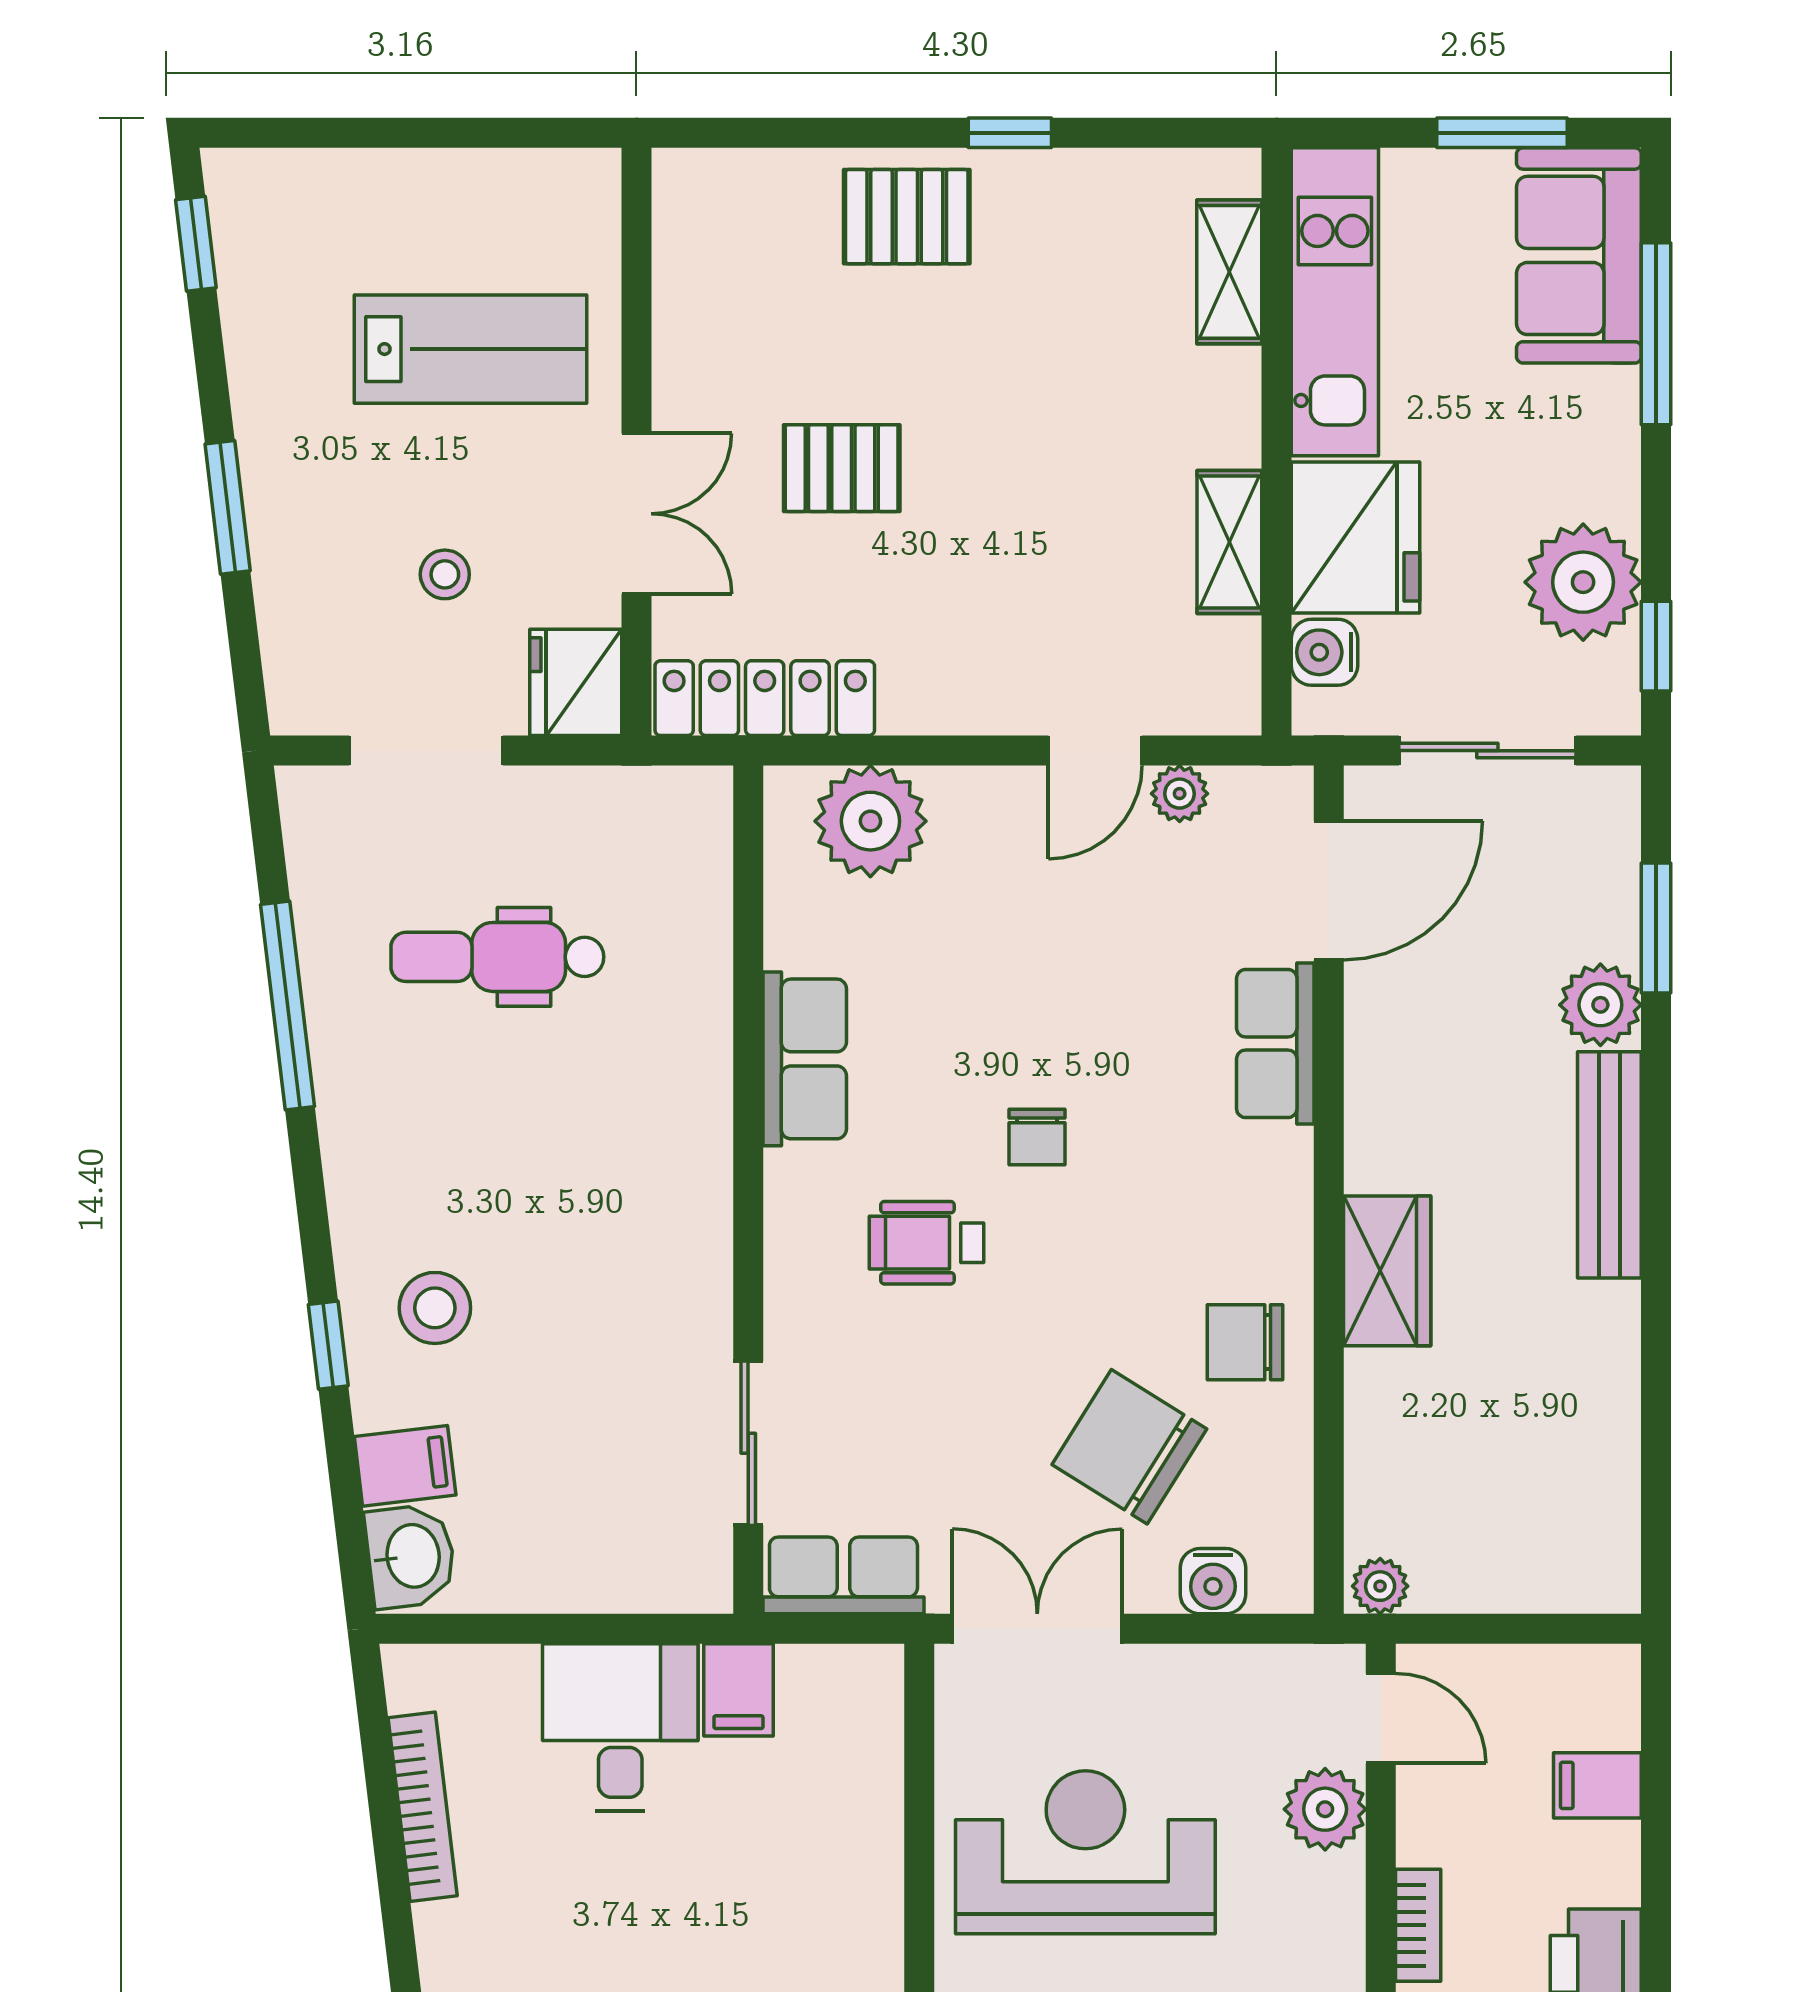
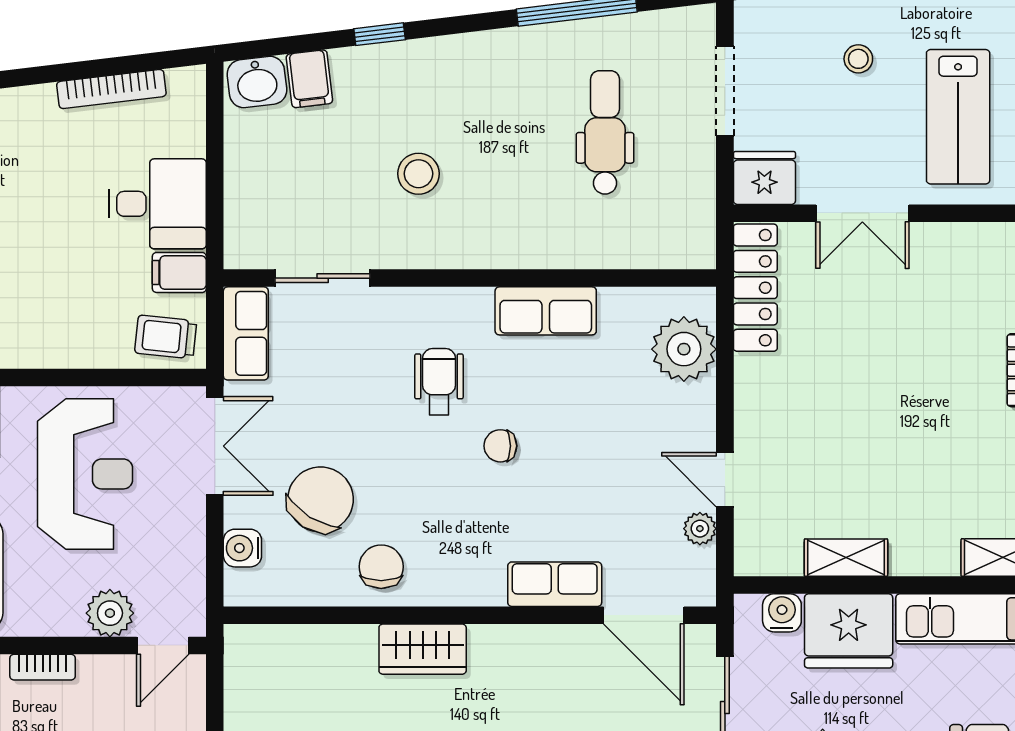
pallet: (842, 468) -> (889, 332), removed
stool: (445, 574) -> (858, 59), moved
stool: (435, 1308) -> (418, 174), moved
plant: (1380, 1586) -> (240, 645), removed
trolley: (850, 1713) -> (166, 337), added

